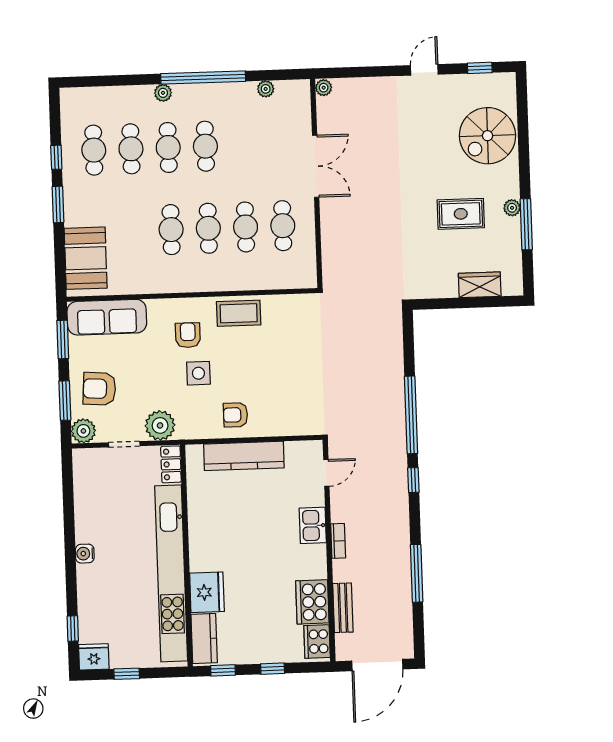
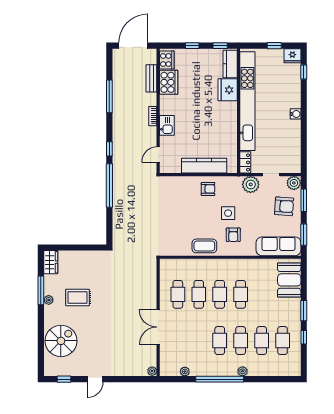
wardrobe: (480, 285) -> (51, 262), moved, turned -90

